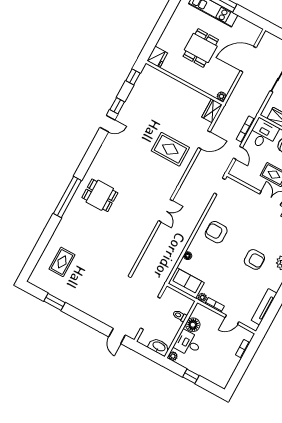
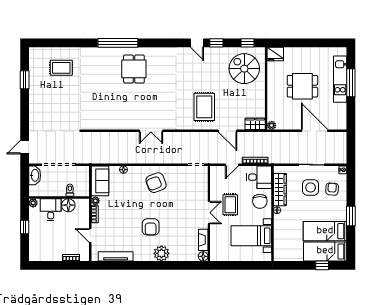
spiral stairs: (155, 93) -> (244, 69), added
armchair: (216, 232) -> (156, 183), turned -111
washbasin: (159, 347) -> (35, 175), moved

